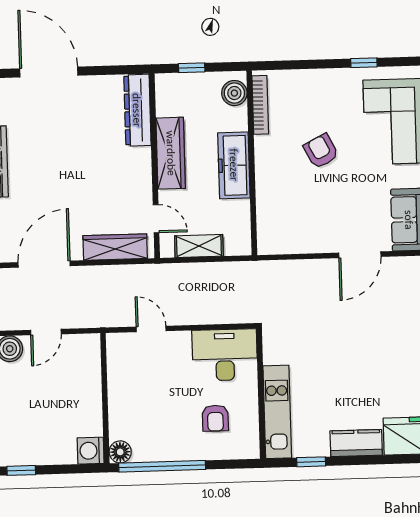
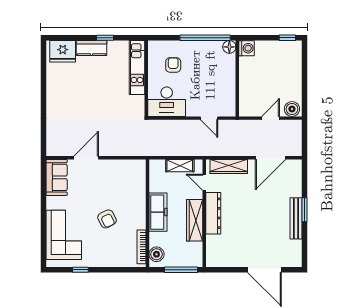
window: (192, 68) -> (181, 270), width x2.17
dresser: (137, 110) -> (213, 213), moved
window: (311, 462) -> (105, 38), moved

